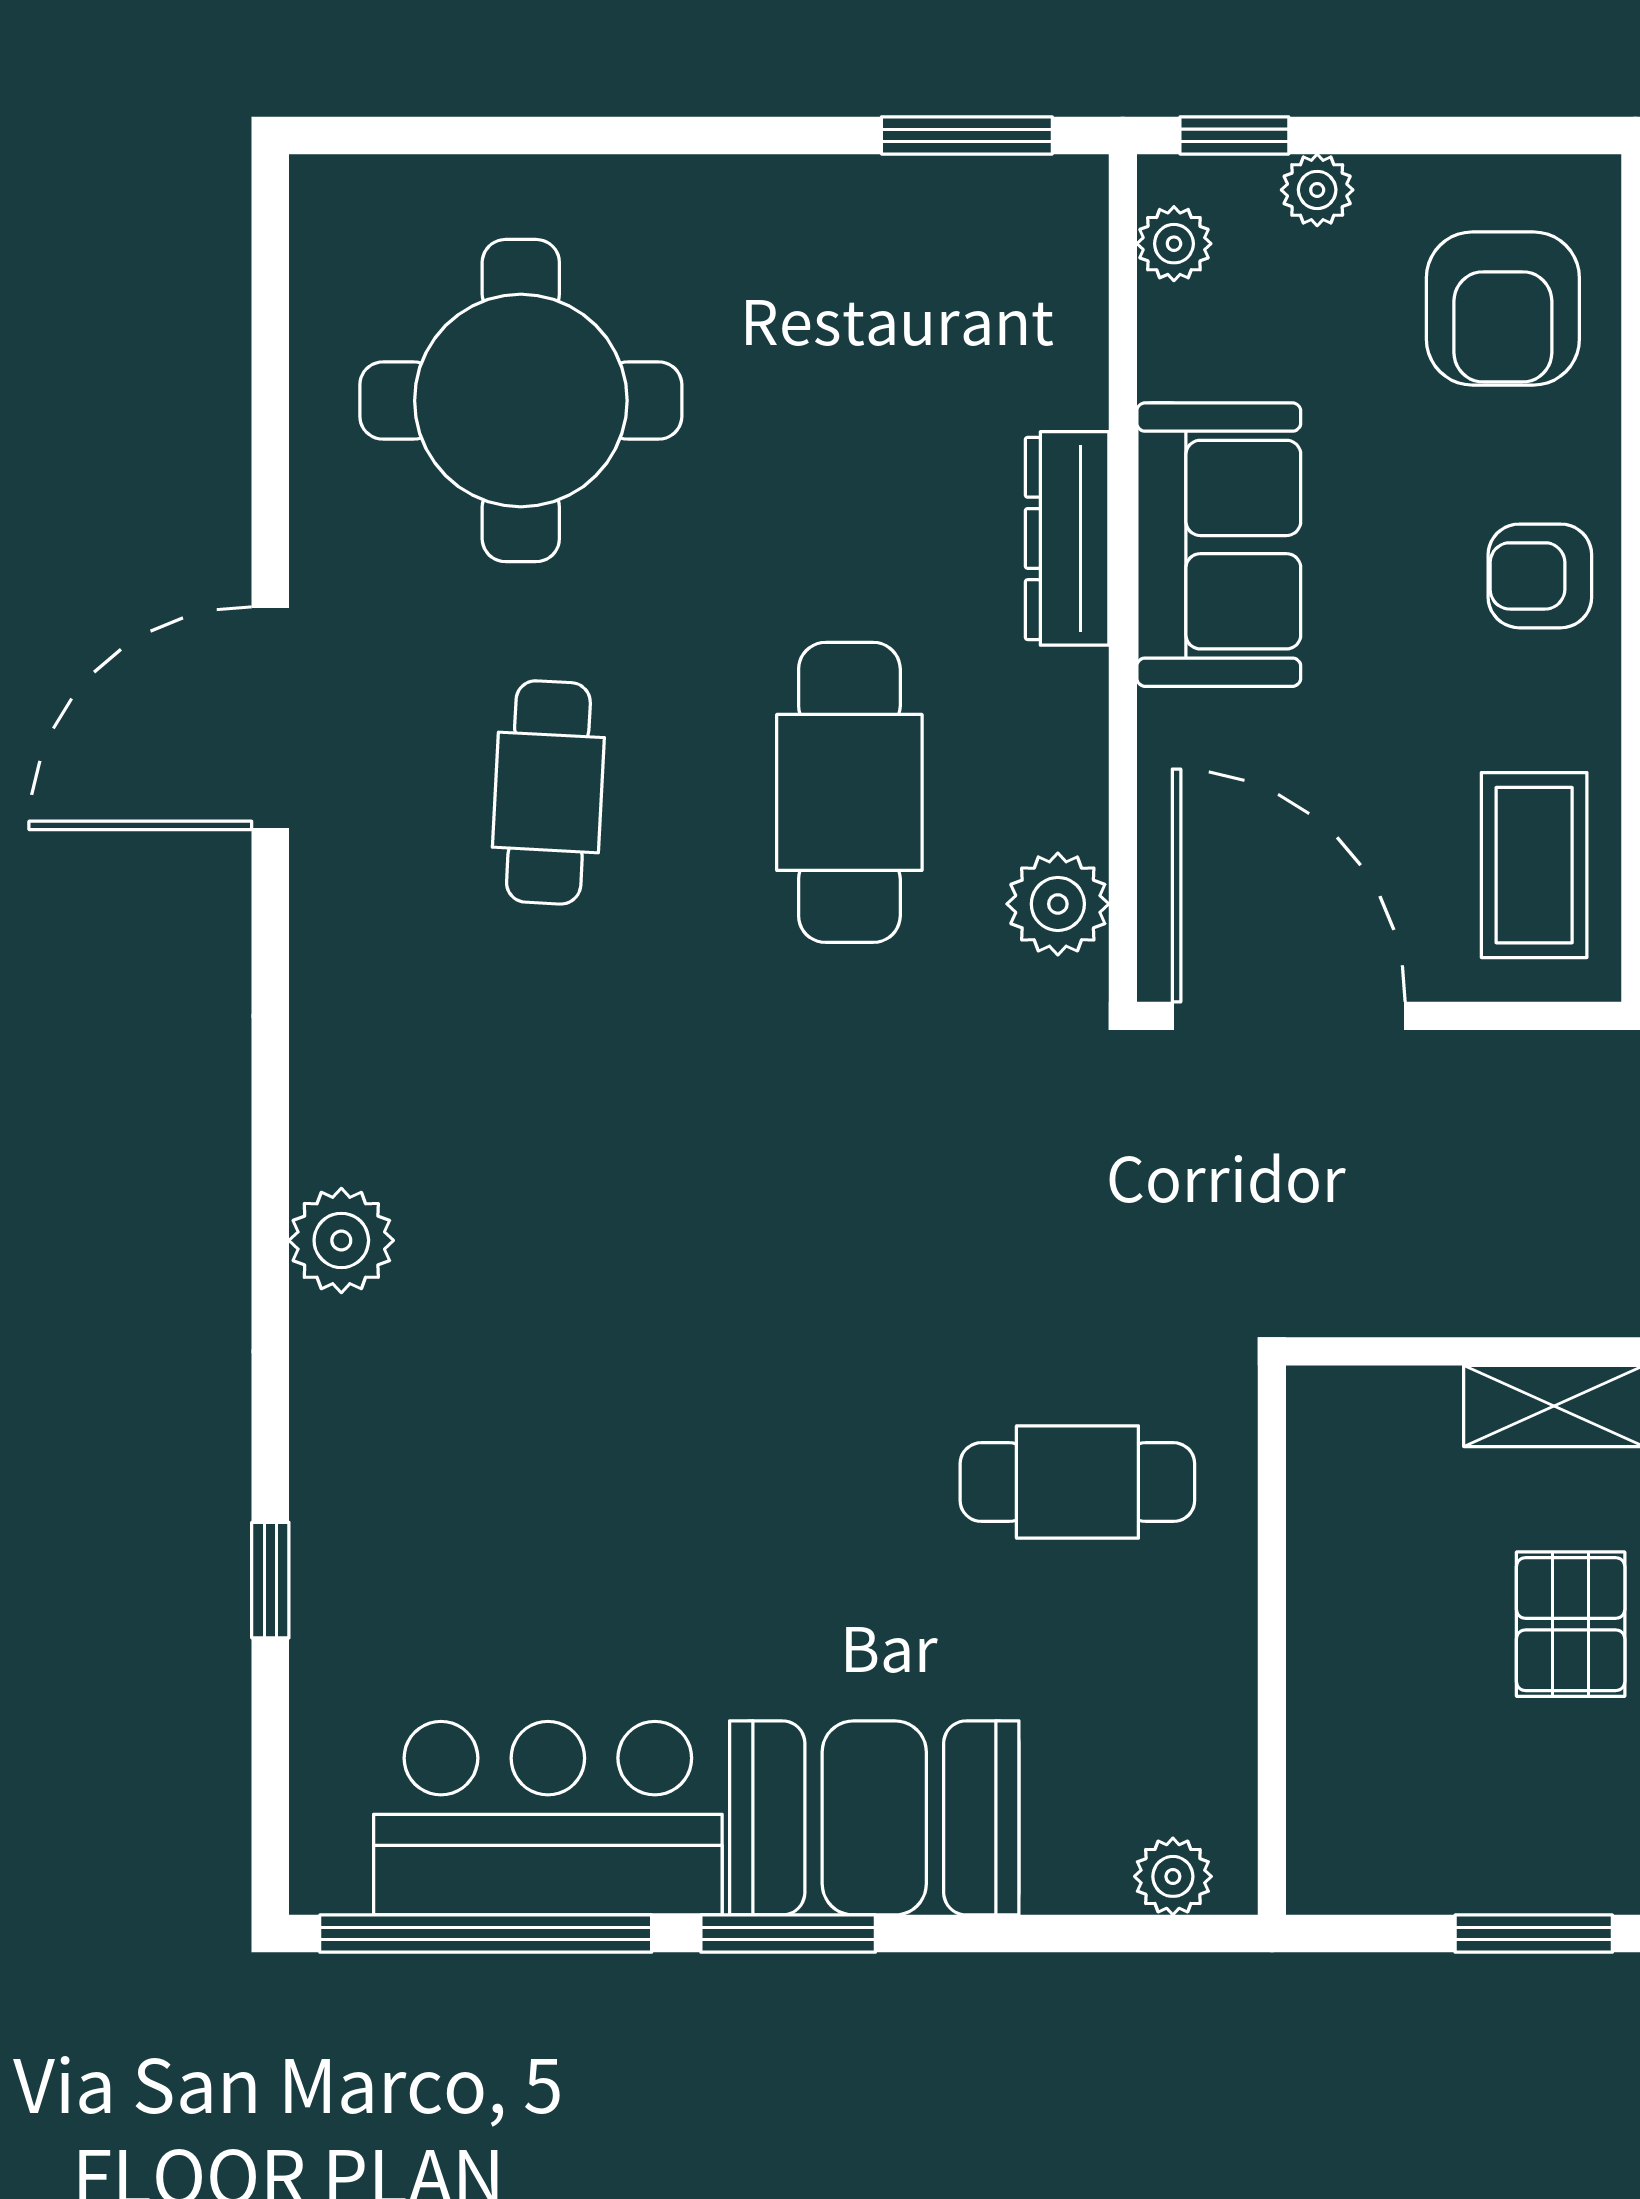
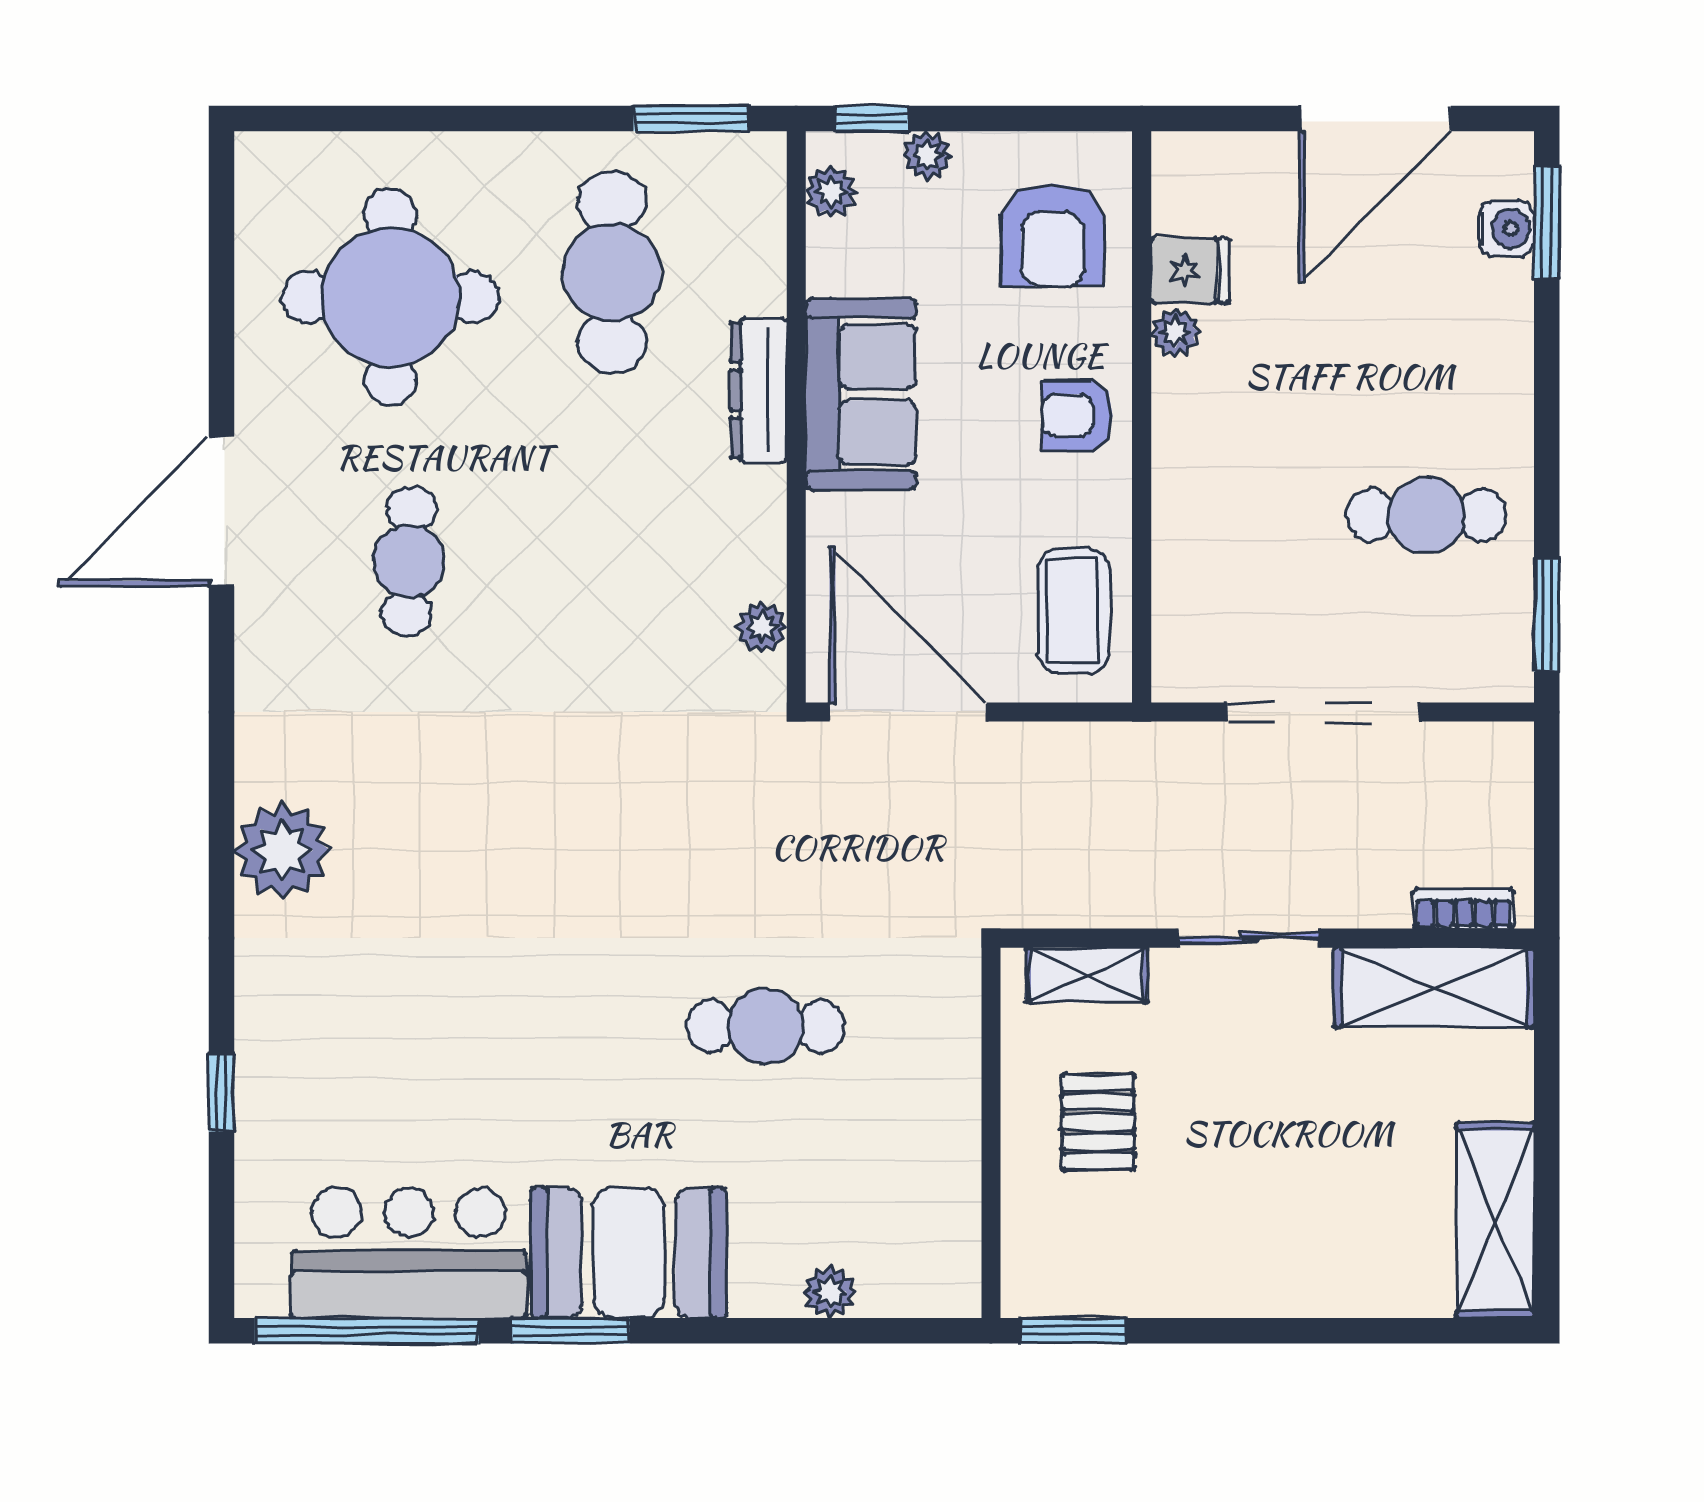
cafe table: (849, 792) -> (612, 272), moved
plant: (1058, 904) -> (762, 627), width x0.73, depth x0.73
plant: (341, 1240) -> (282, 851), width x1.36, depth x1.36
wall: (1272, 1640) -> (991, 1133), moved

